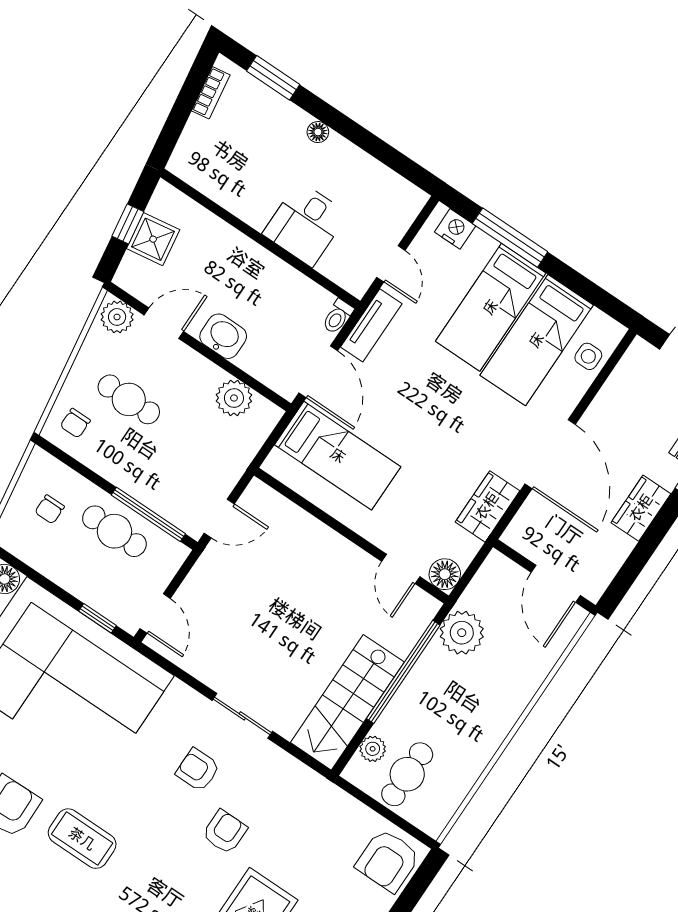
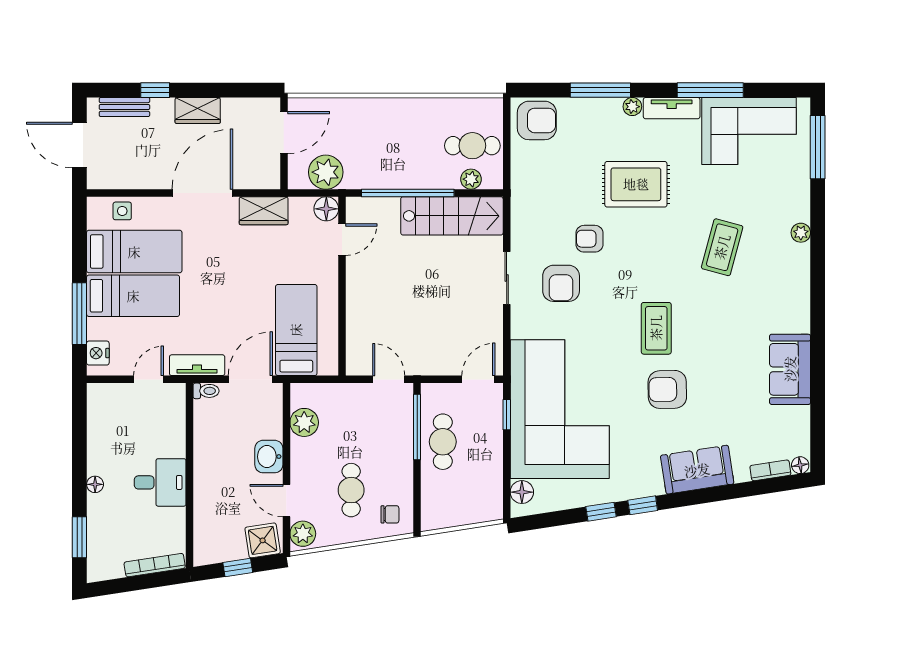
bookcase: (211, 93) -> (155, 565), moved, width x1.56
desk: (305, 224) -> (160, 482), moved
shower: (153, 239) -> (263, 540), moved
chair: (50, 509) -> (457, 493), removed
plant: (462, 633) -> (326, 172), moved
armchair: (198, 770) -> (561, 283), width x1.38, depth x1.38

